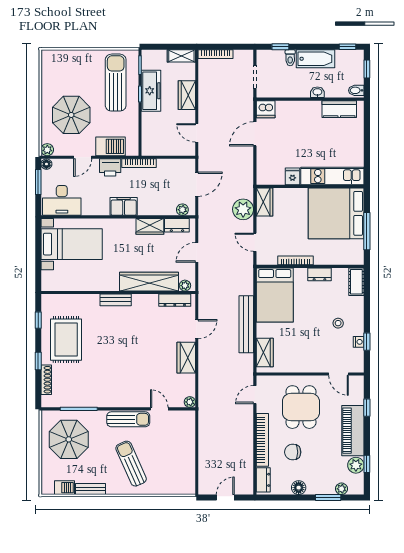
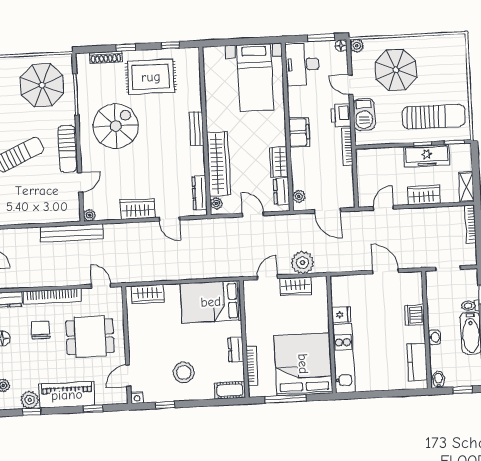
dishwasher: (266, 109) -> (415, 315), moved
wardrobe: (265, 202) -> (296, 286), moved
bookcase: (295, 260) -> (252, 366), moved
stool: (338, 323) -> (184, 373), width x1.89, depth x1.89
bench: (246, 324) -> (72, 233), moved
nightstand: (359, 342) -> (137, 397), moved
spiral stairs: (110, 374) -> (116, 126), added

